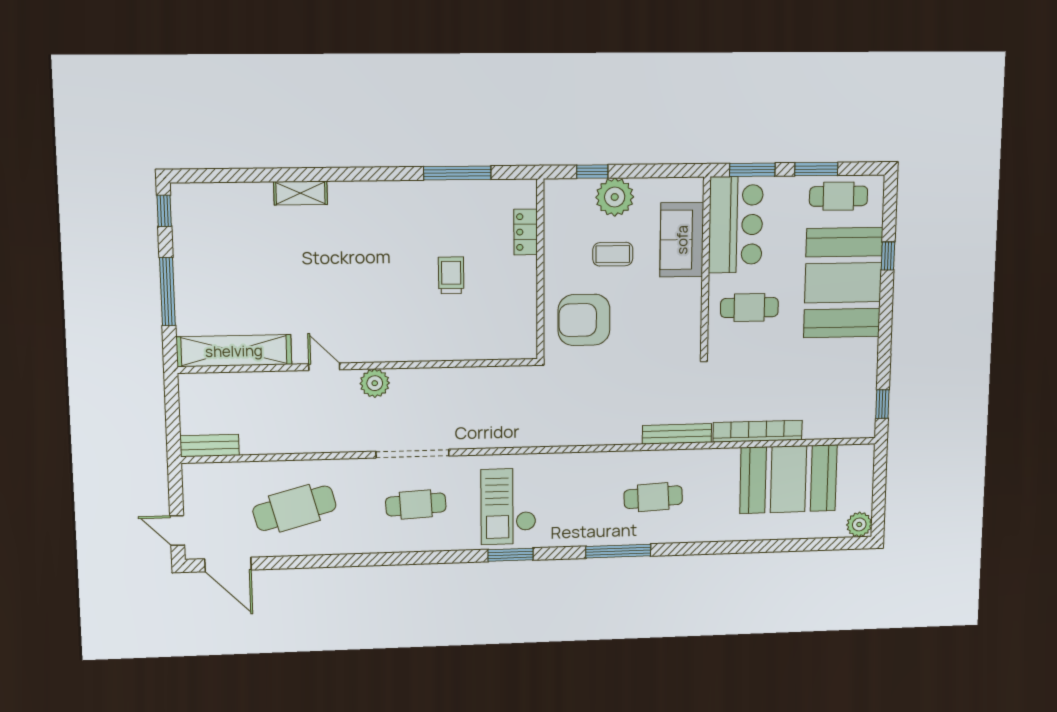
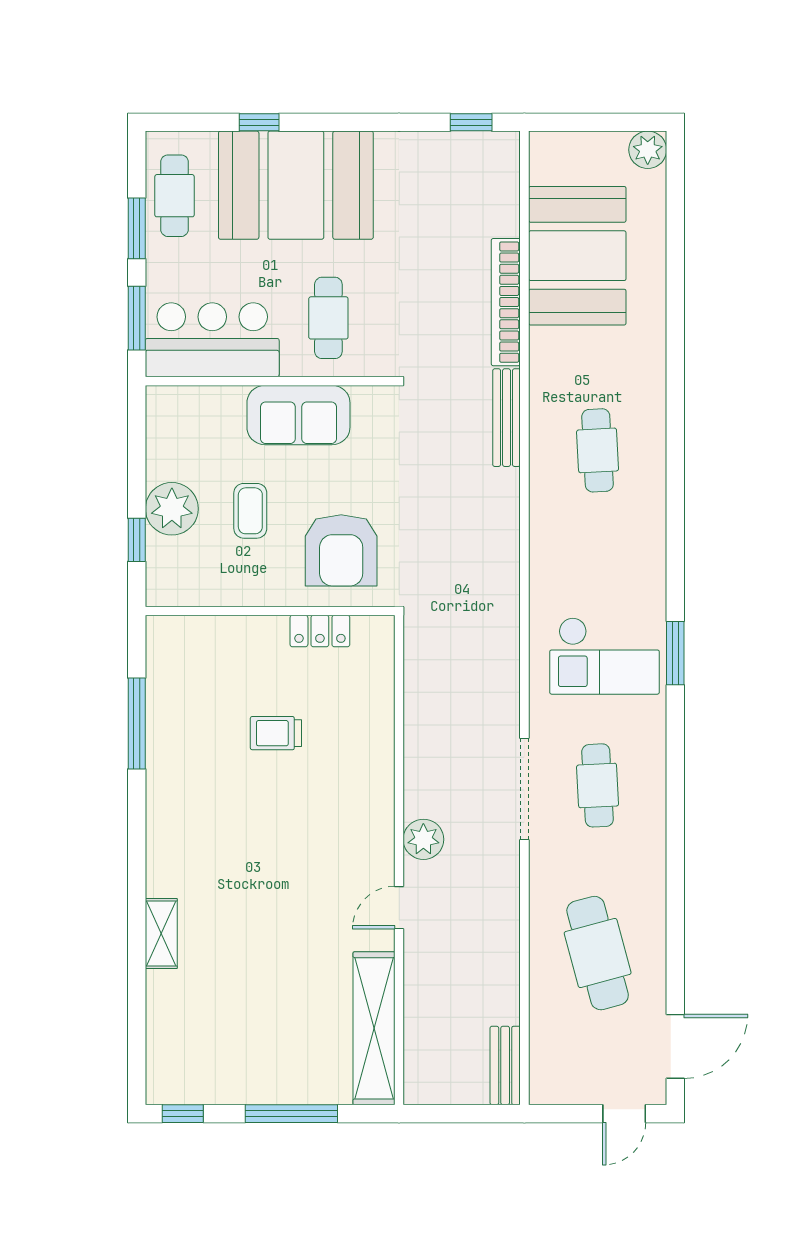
locker: (526, 232) -> (320, 631), moved
sofa: (682, 240) -> (298, 415), moved
window: (618, 551) -> (675, 500), removed

